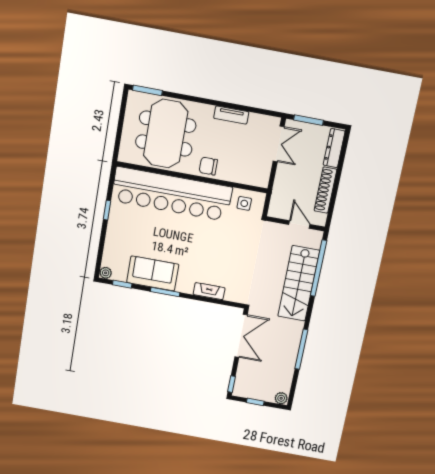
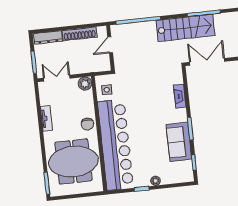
plant: (261, 178) -> (85, 84), added
plant: (106, 273) -> (156, 181), moved
stairs: (299, 283) -> (185, 28), moved

